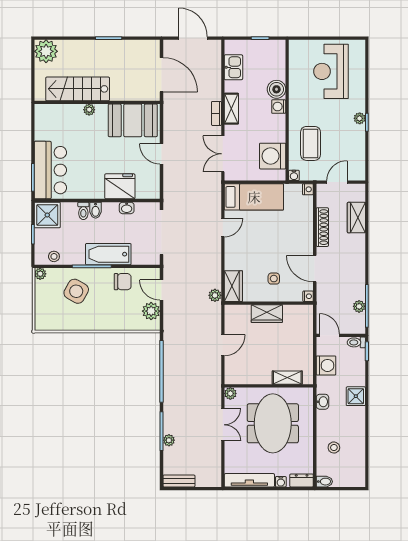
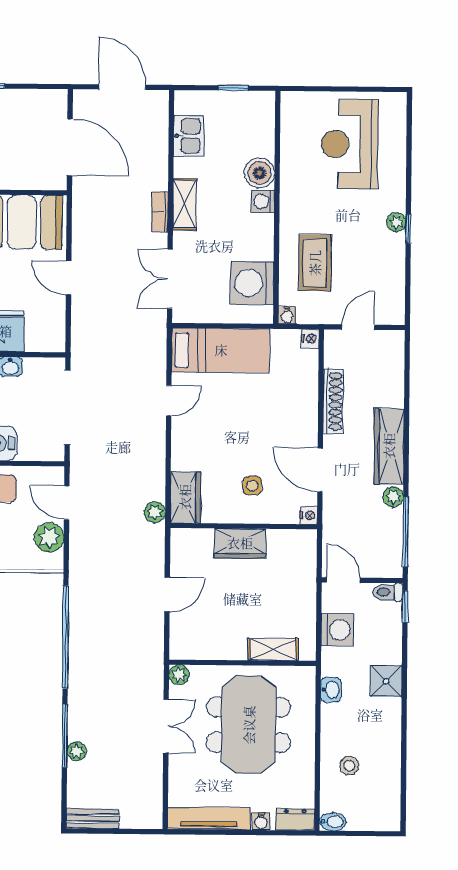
wardrobe: (356, 218) -> (389, 446), moved, width x1.50
plant: (359, 306) -> (393, 497), moved

